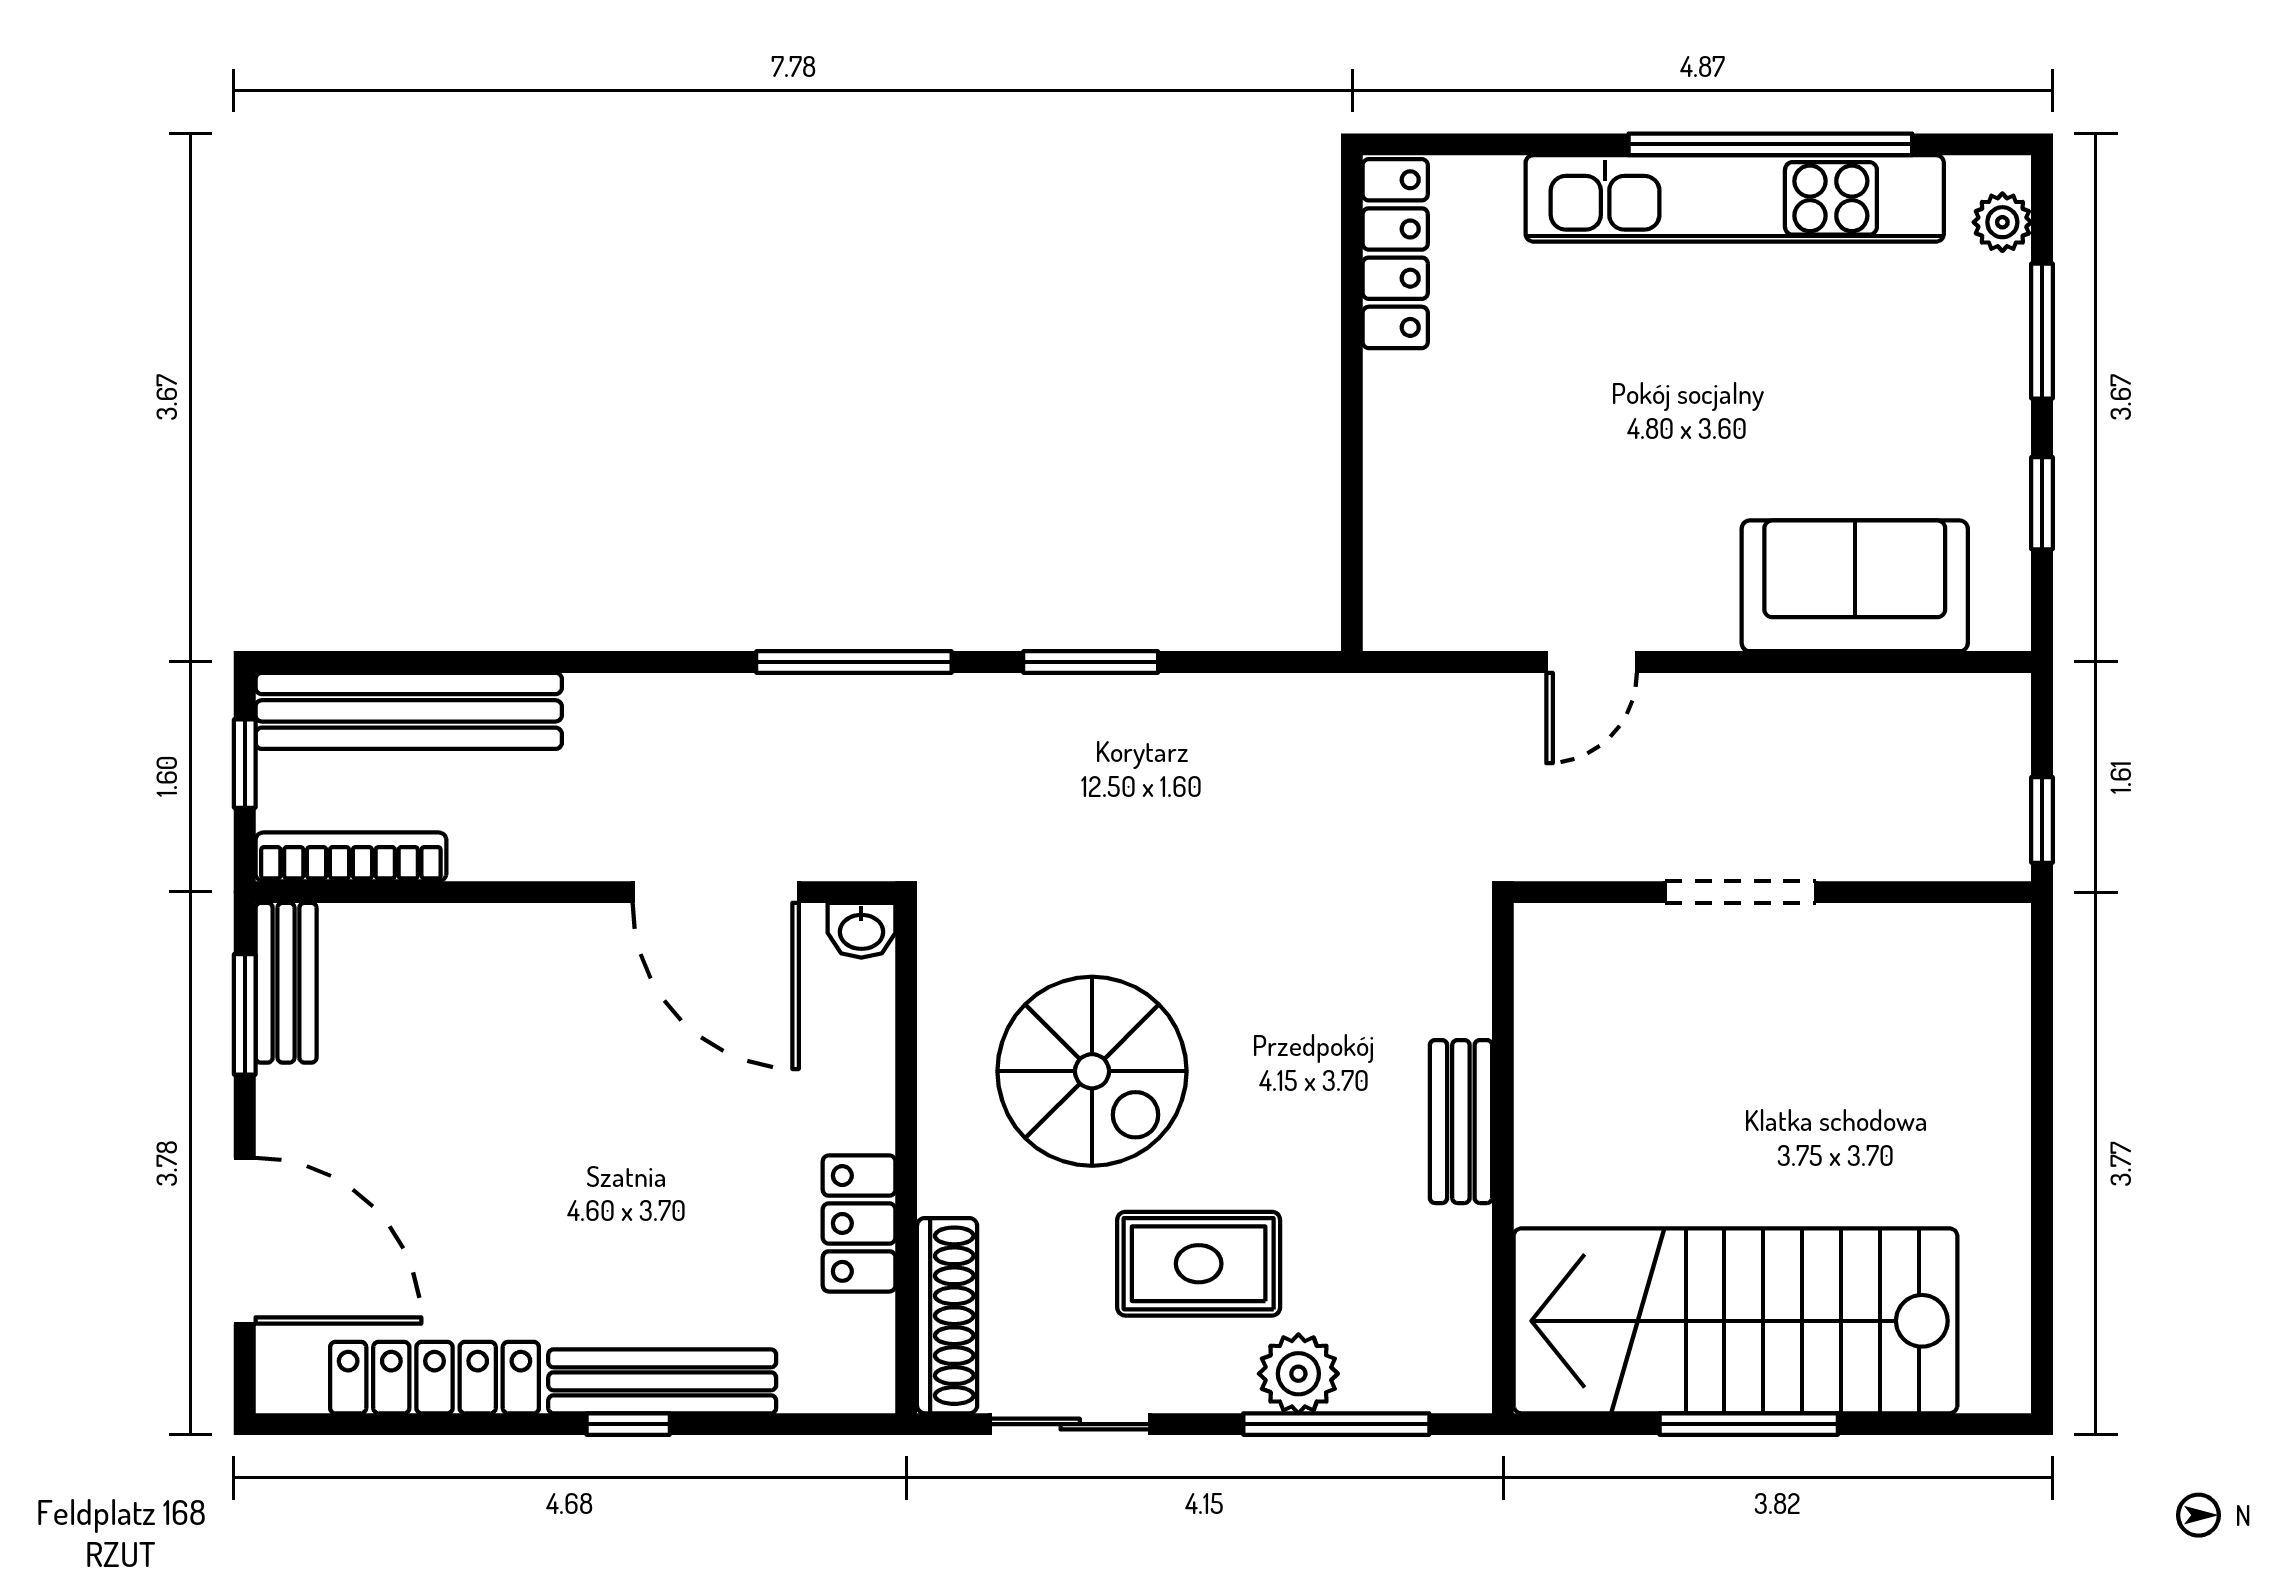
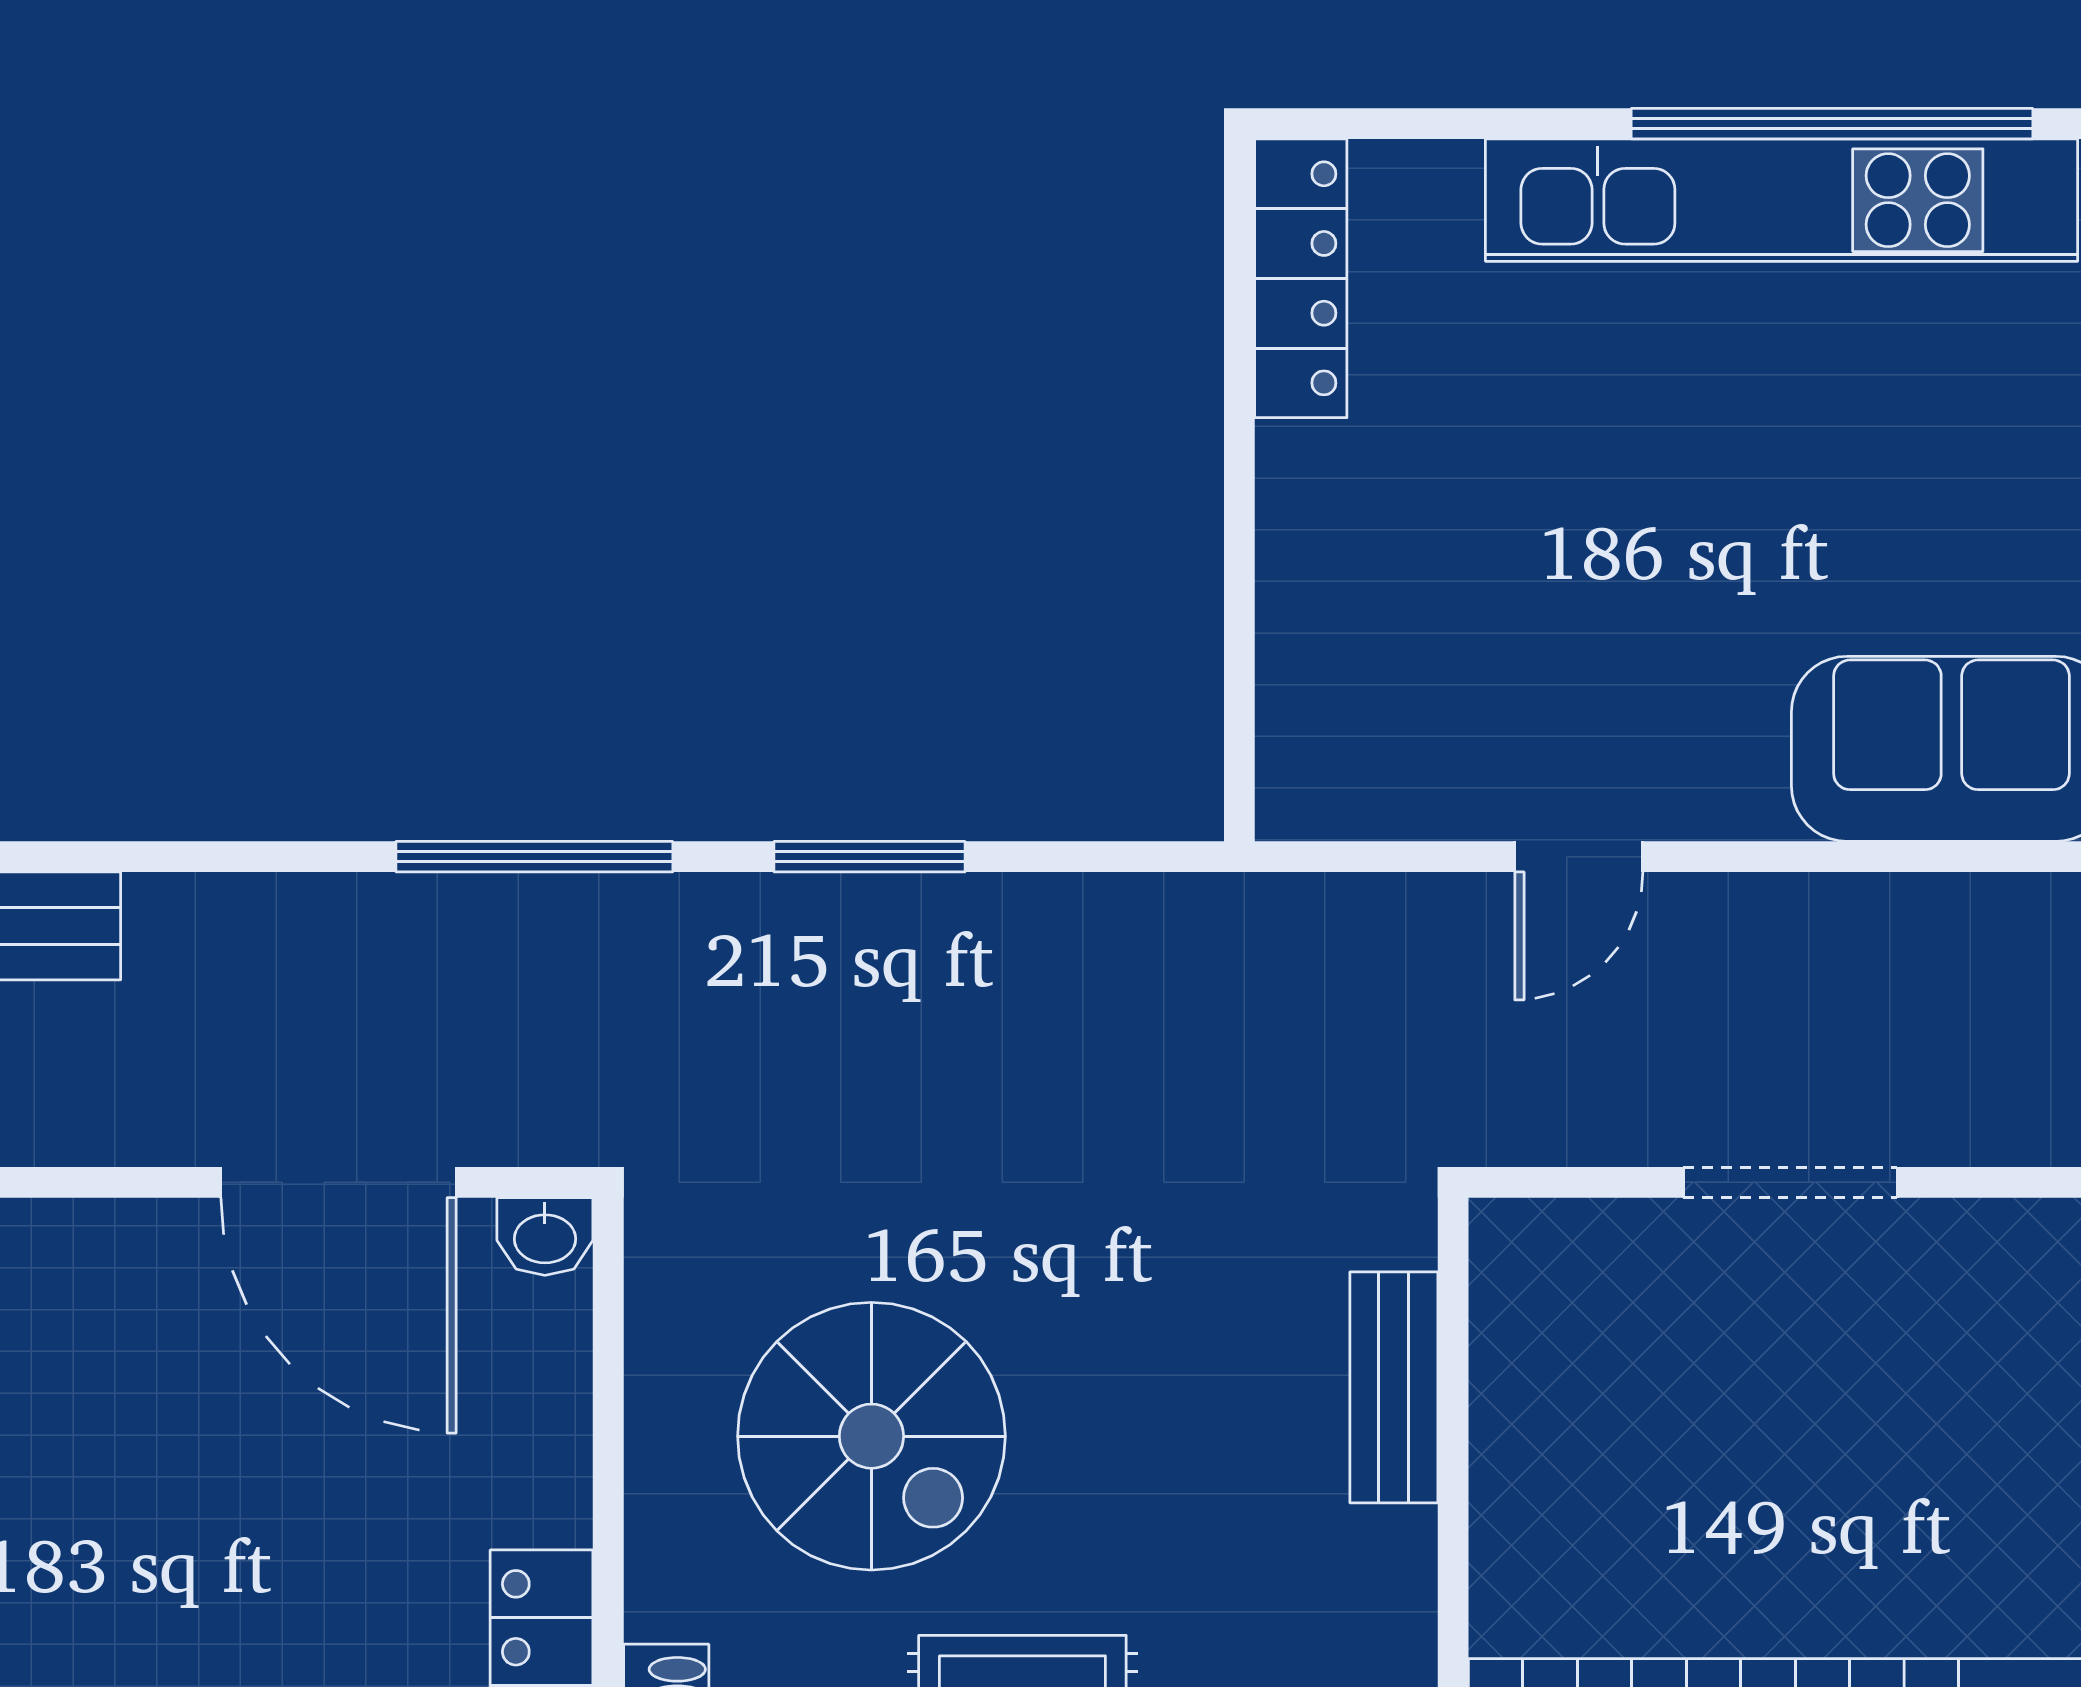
bench: (1461, 1122) -> (1394, 1387), moved

